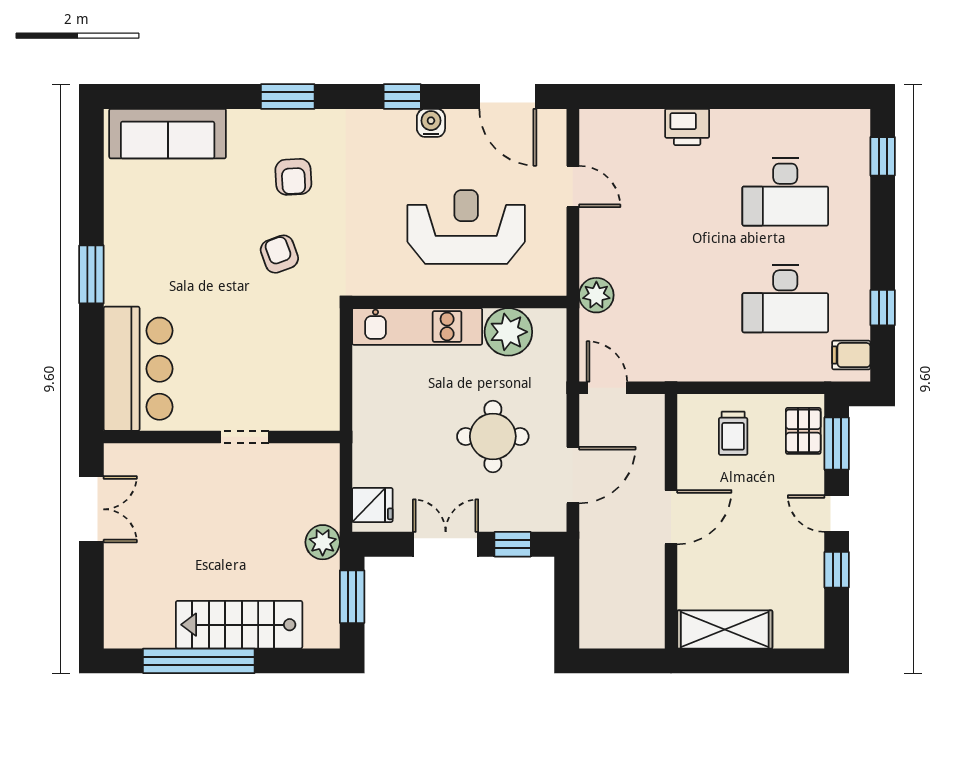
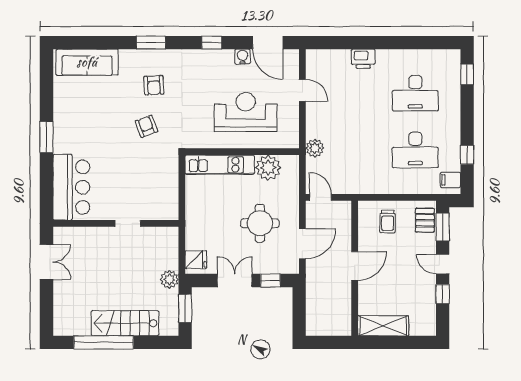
water cooler: (431, 123) -> (243, 57), moved

